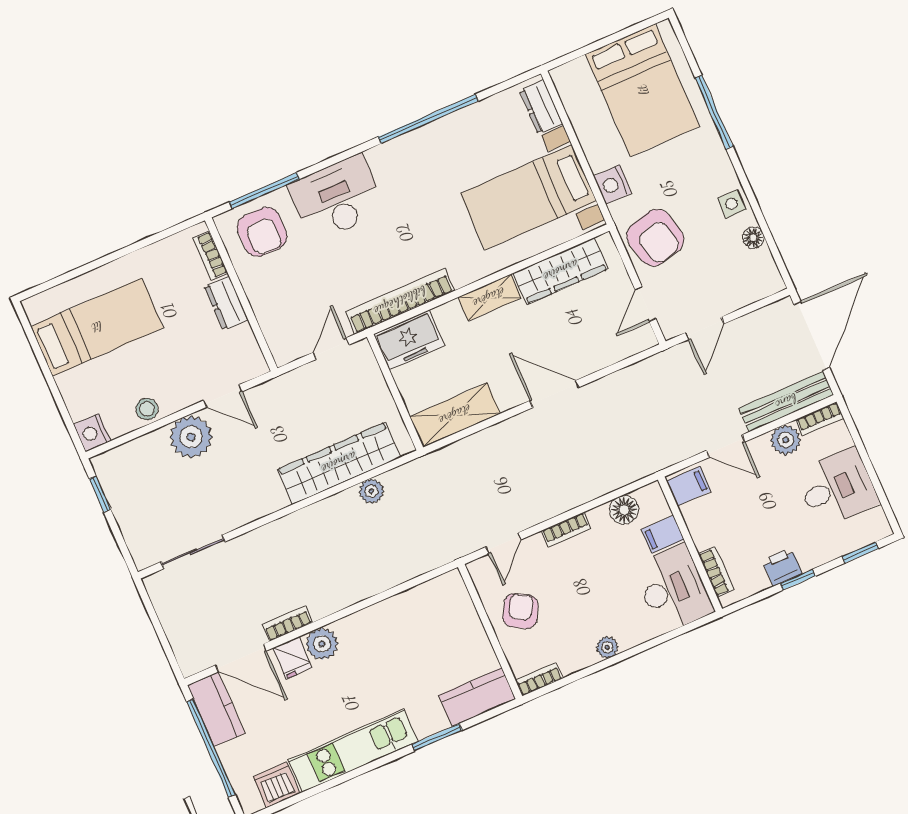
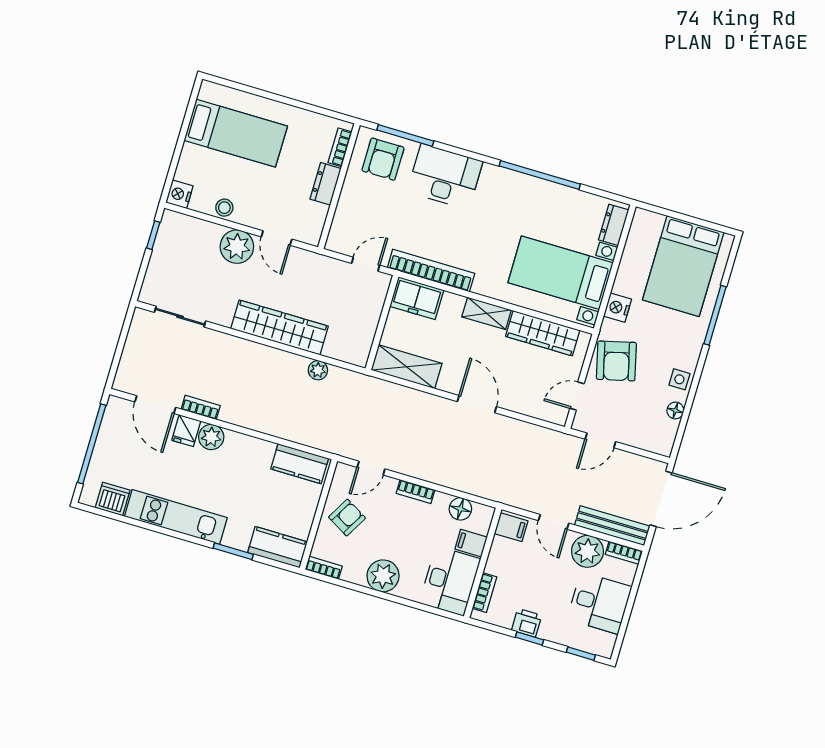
plant: (786, 440) -> (587, 551), width x1.36, depth x1.36
wardrobe: (339, 463) -> (280, 327), moved
plant: (607, 647) -> (383, 576), width x1.87, depth x1.87
kitchen counter: (216, 709) -> (300, 464), moved, turned 90

